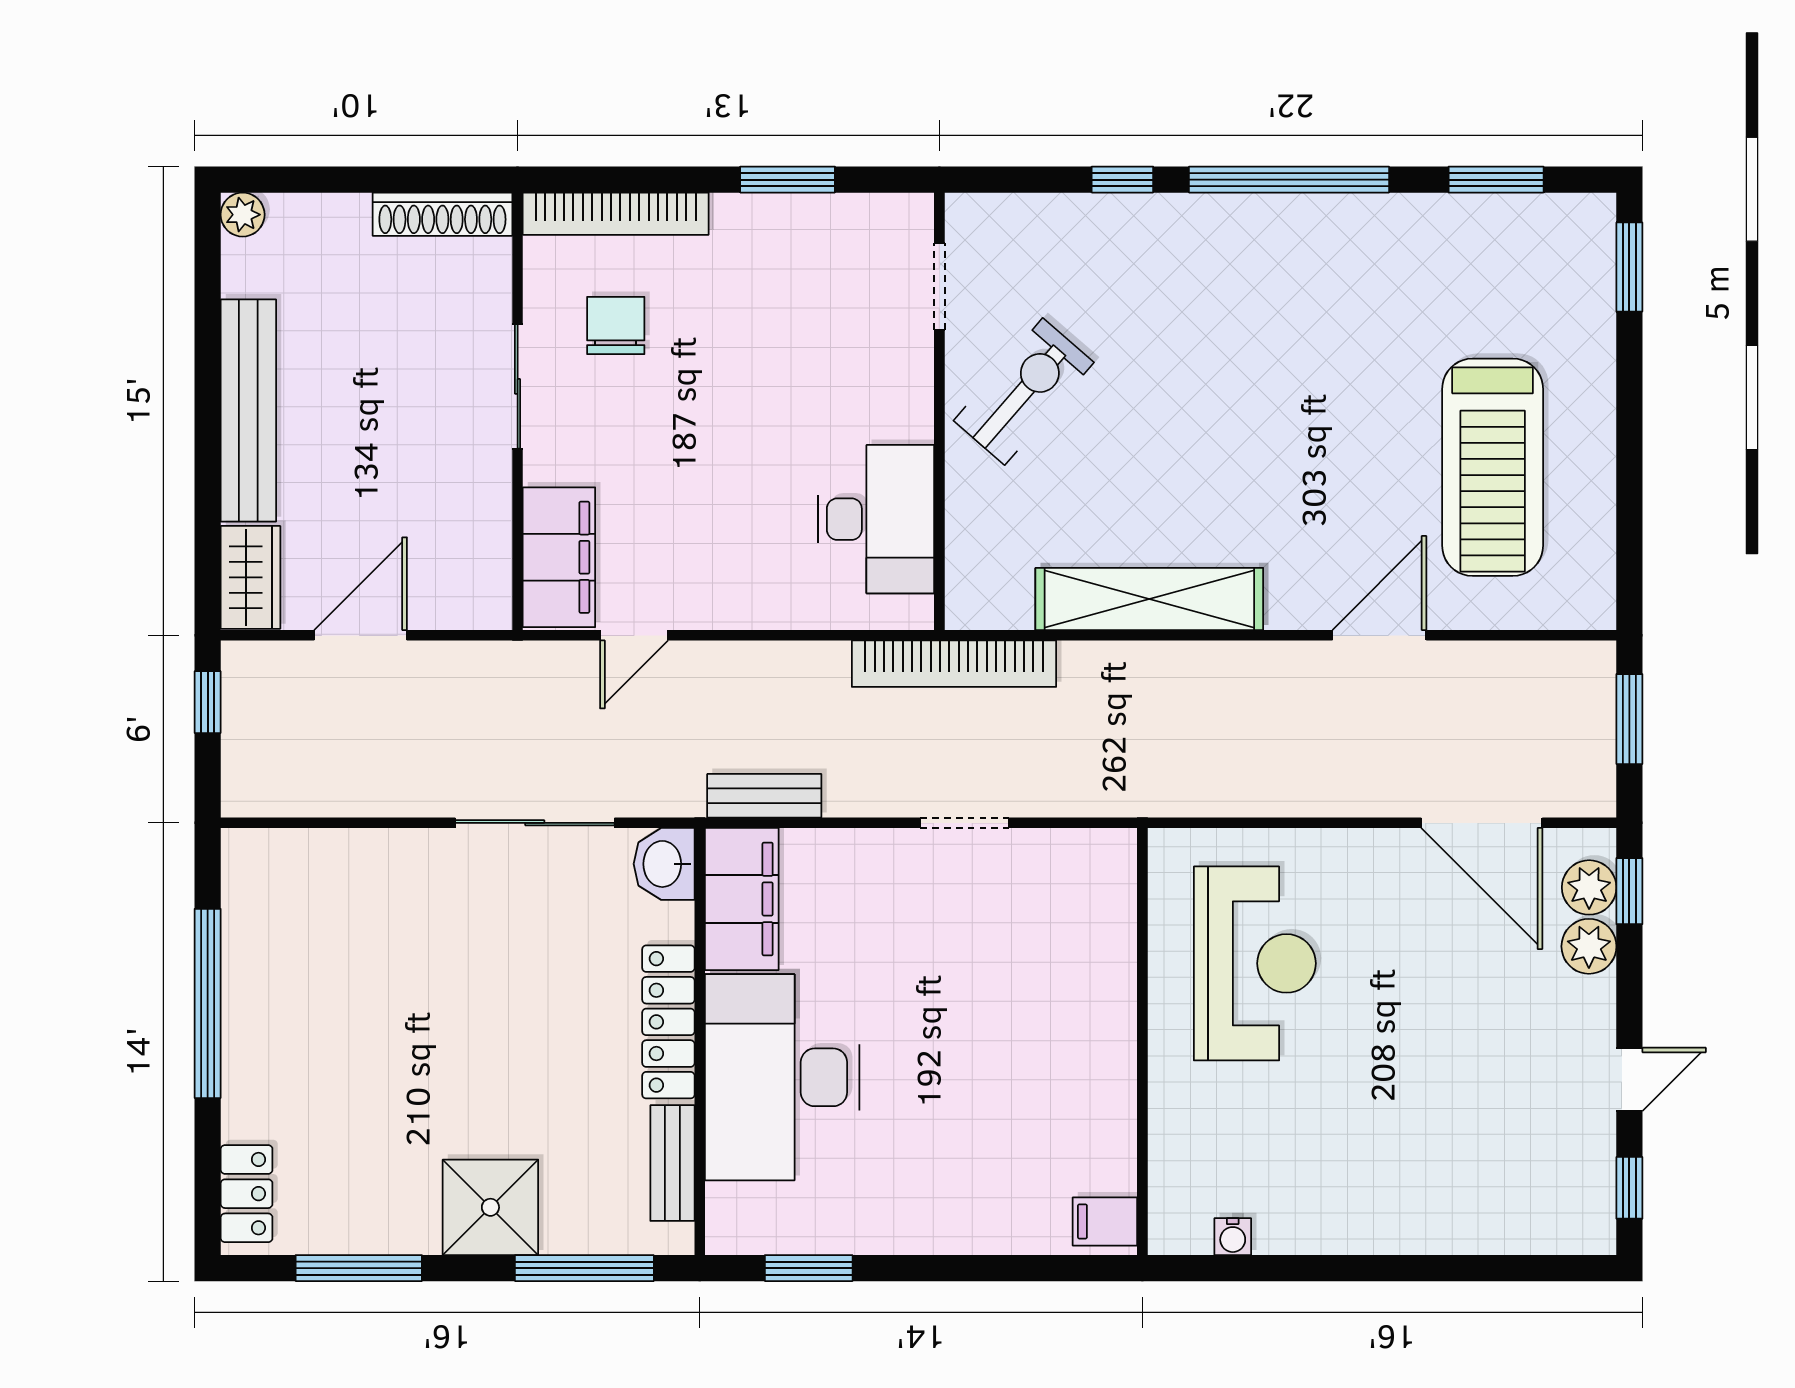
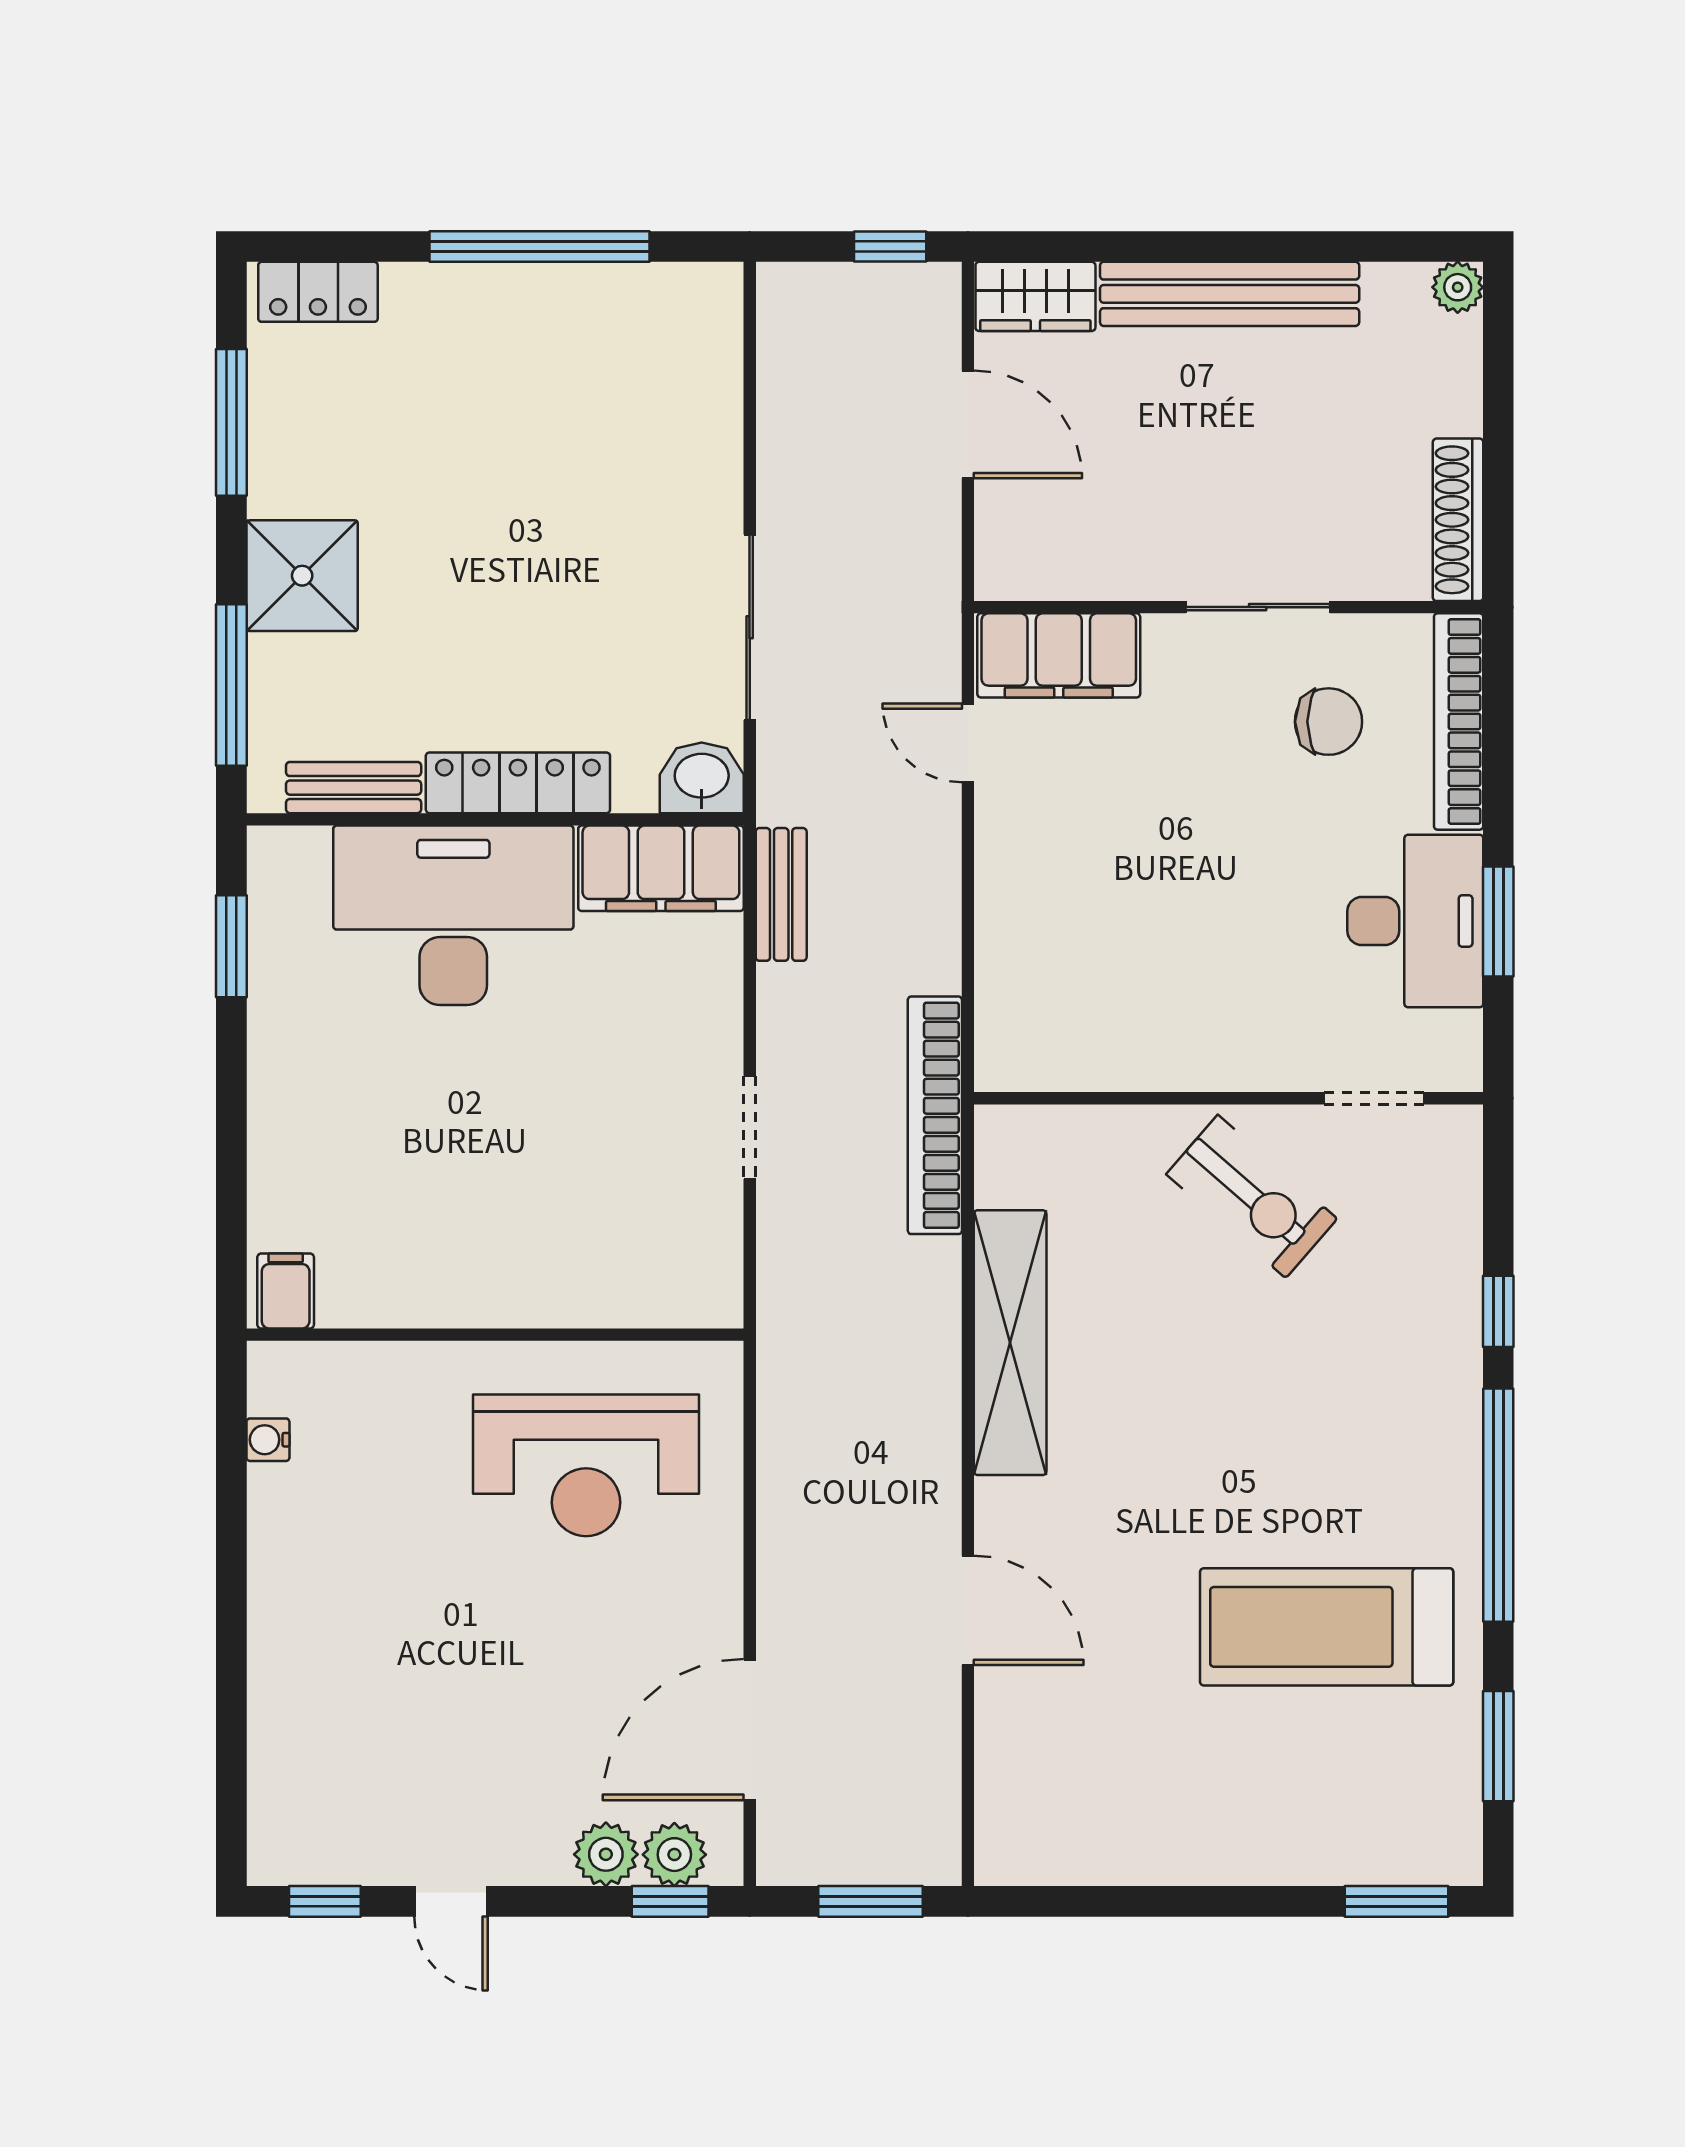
treadmill: (1493, 467) -> (1327, 1627), moved
desk: (876, 519) -> (1415, 921), moved, turned -90

